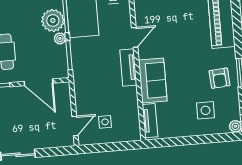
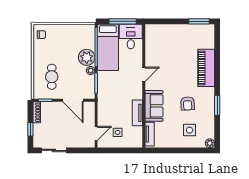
tv unit: (128, 68) -> (137, 113), moved
armchair: (220, 78) -> (188, 103), moved

